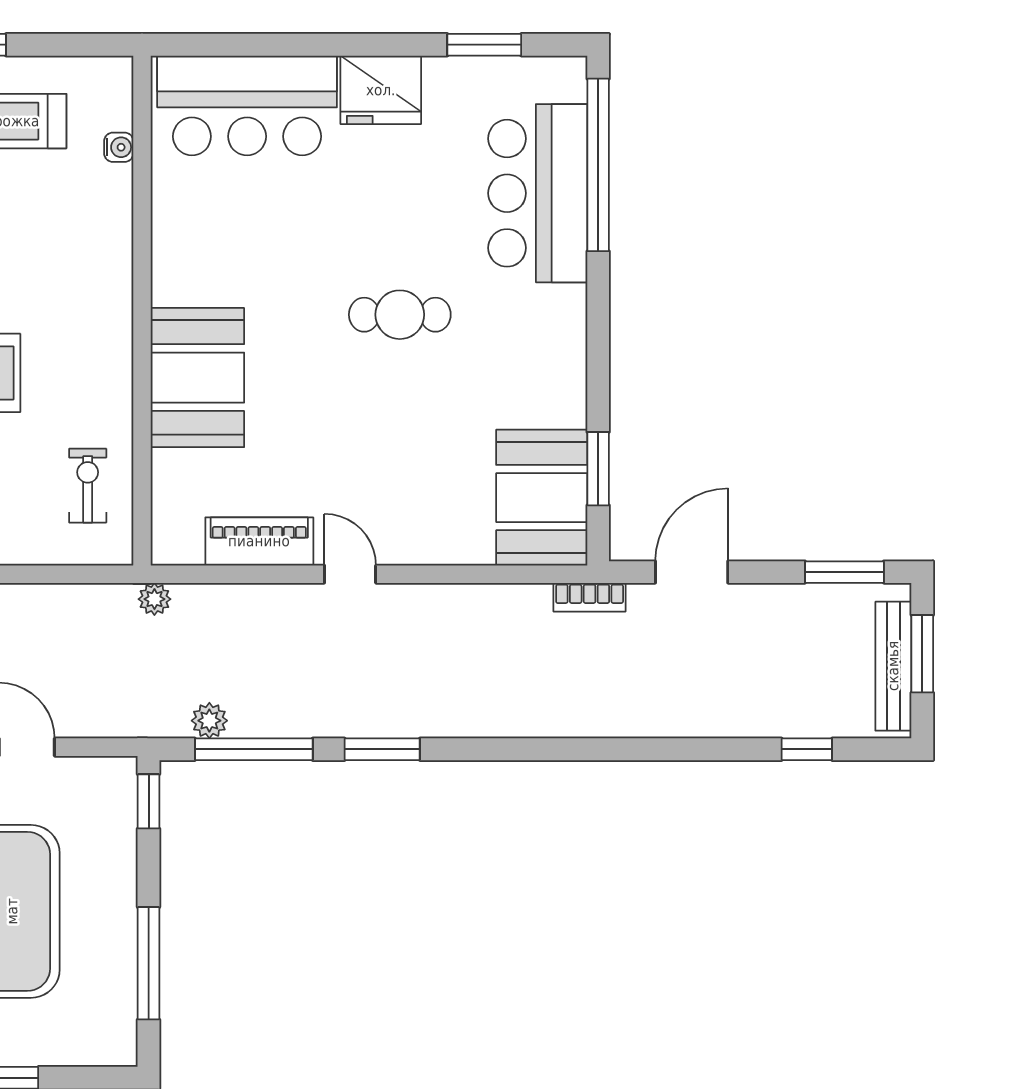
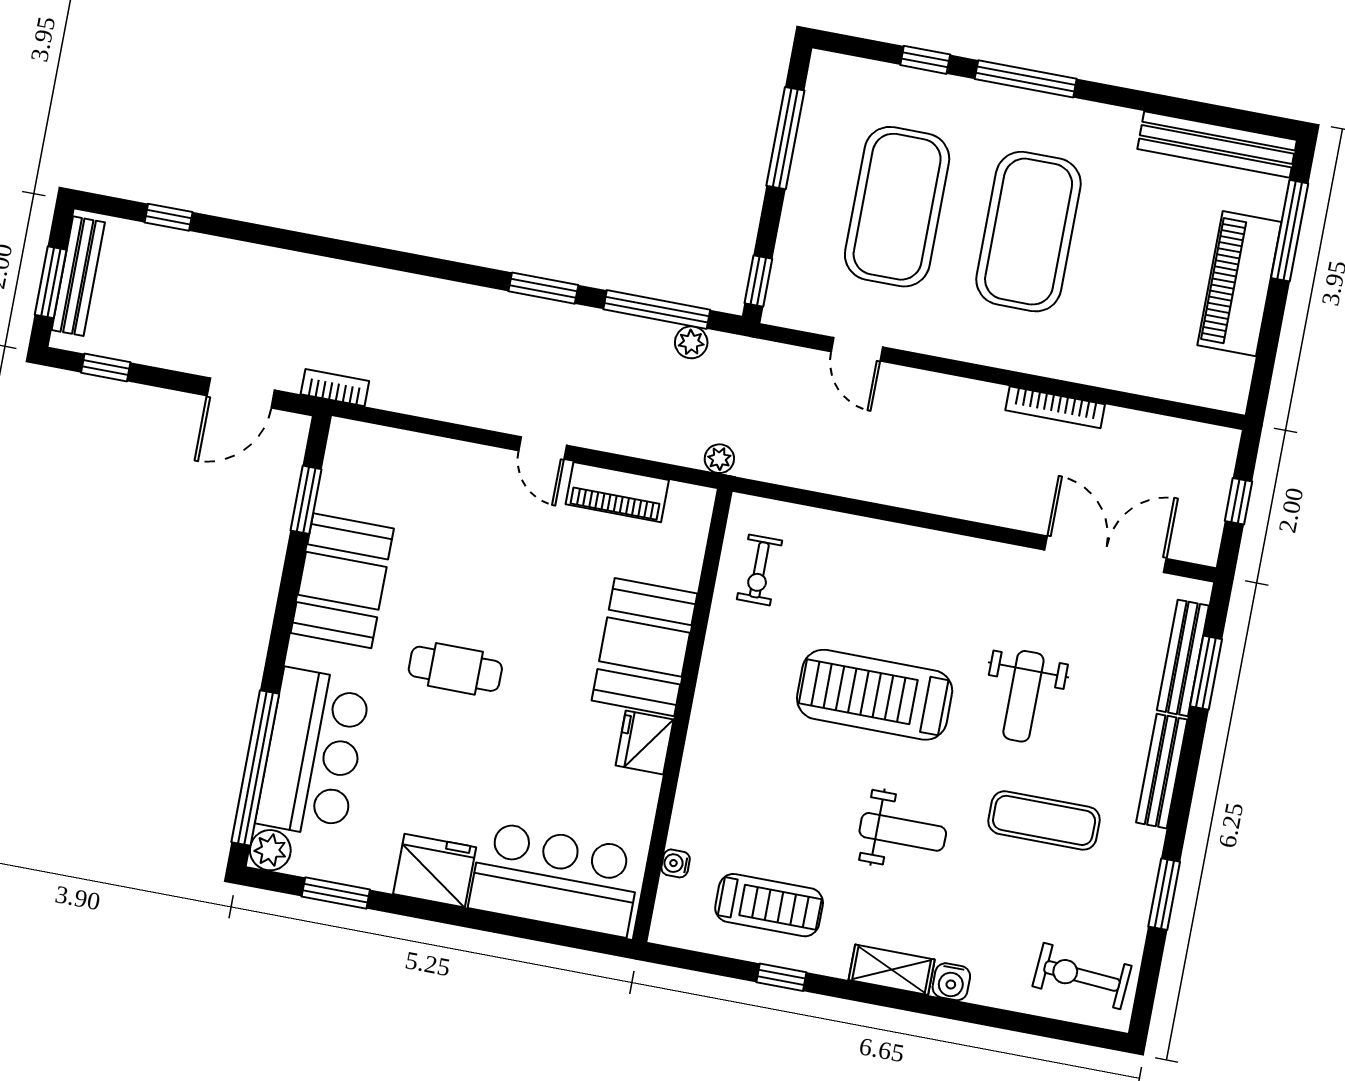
plant: (565, 78) -> (270, 850), added
fridge: (178, 273) -> (645, 742), added
booth: (542, 498) -> (342, 581), moved
window: (844, 572) -> (106, 367), width x0.67

